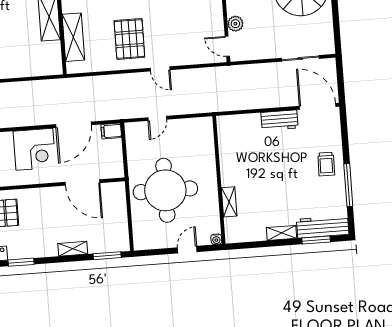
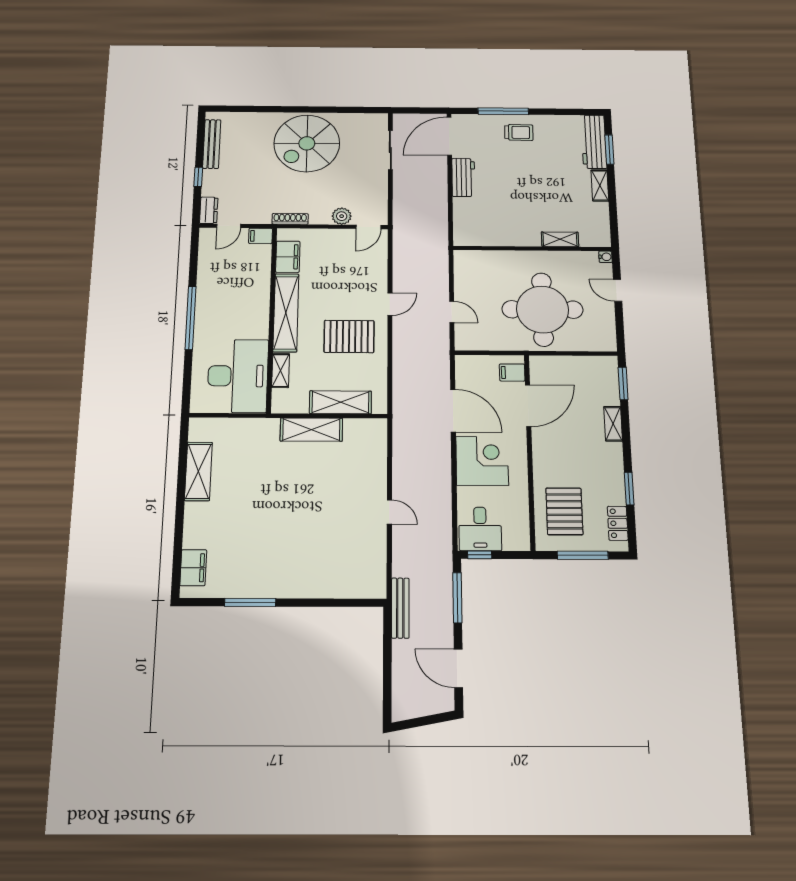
filing cabinet: (111, 131) -> (512, 372), moved, turned 90
window: (348, 185) -> (503, 111), moved

